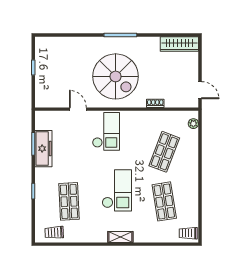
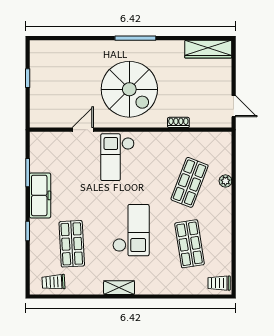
door: (78, 109) -> (83, 130), hinge flipped
plant: (193, 124) -> (225, 181), moved
checkout: (106, 131) -> (117, 157), turned 180
freezer: (43, 149) -> (40, 195), moved
shelving: (120, 237) -> (119, 288), moved

